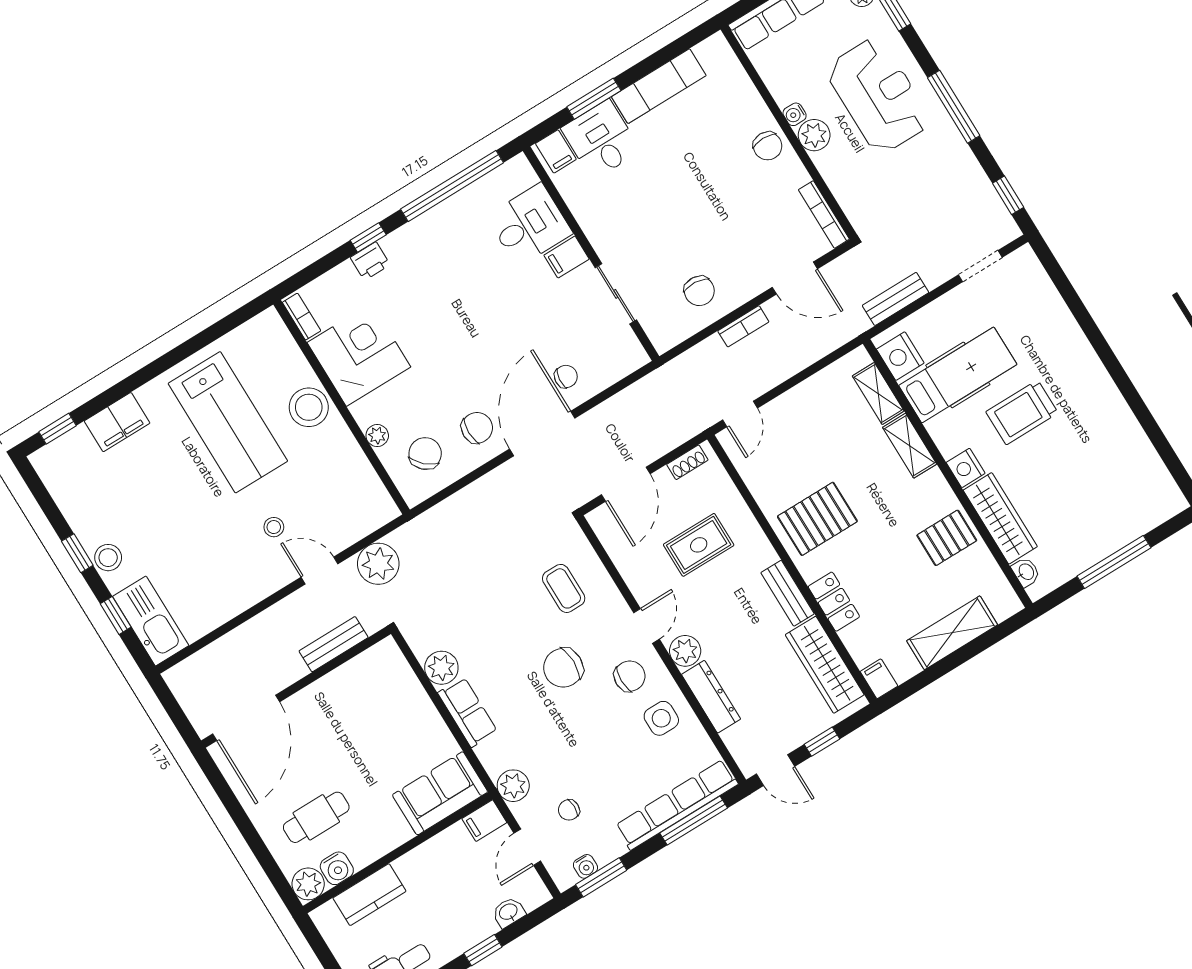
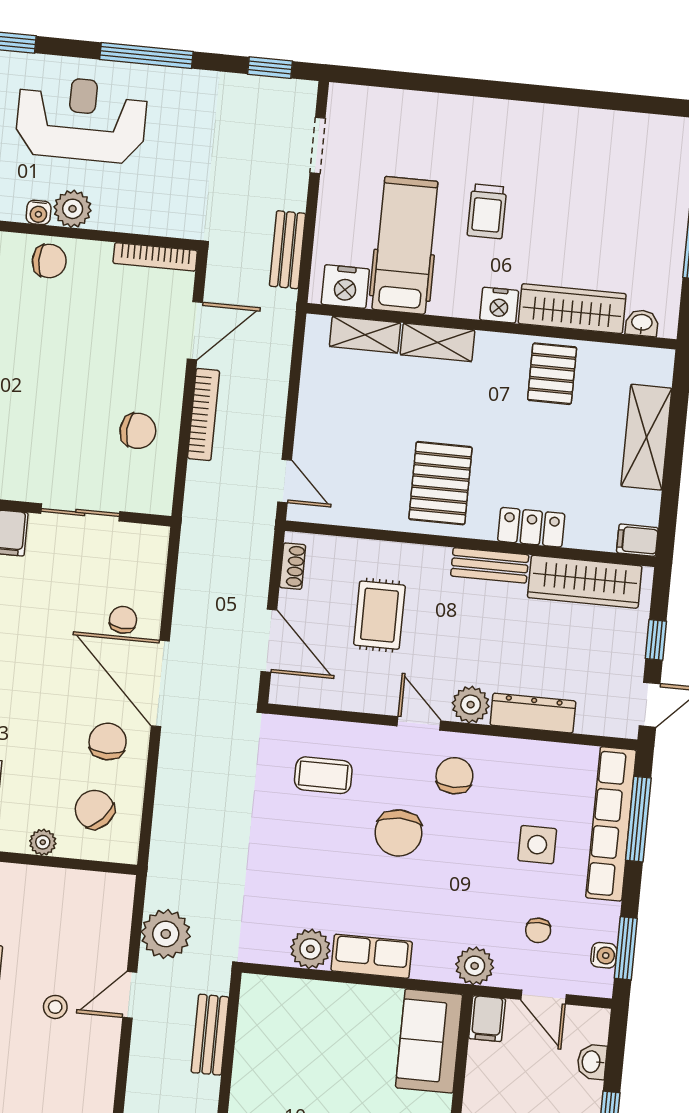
bookcase: (743, 326) -> (204, 414), width x1.56
trolley: (1022, 412) -> (487, 211), width x0.73, depth x0.72
side table: (661, 718) -> (537, 845), moved

